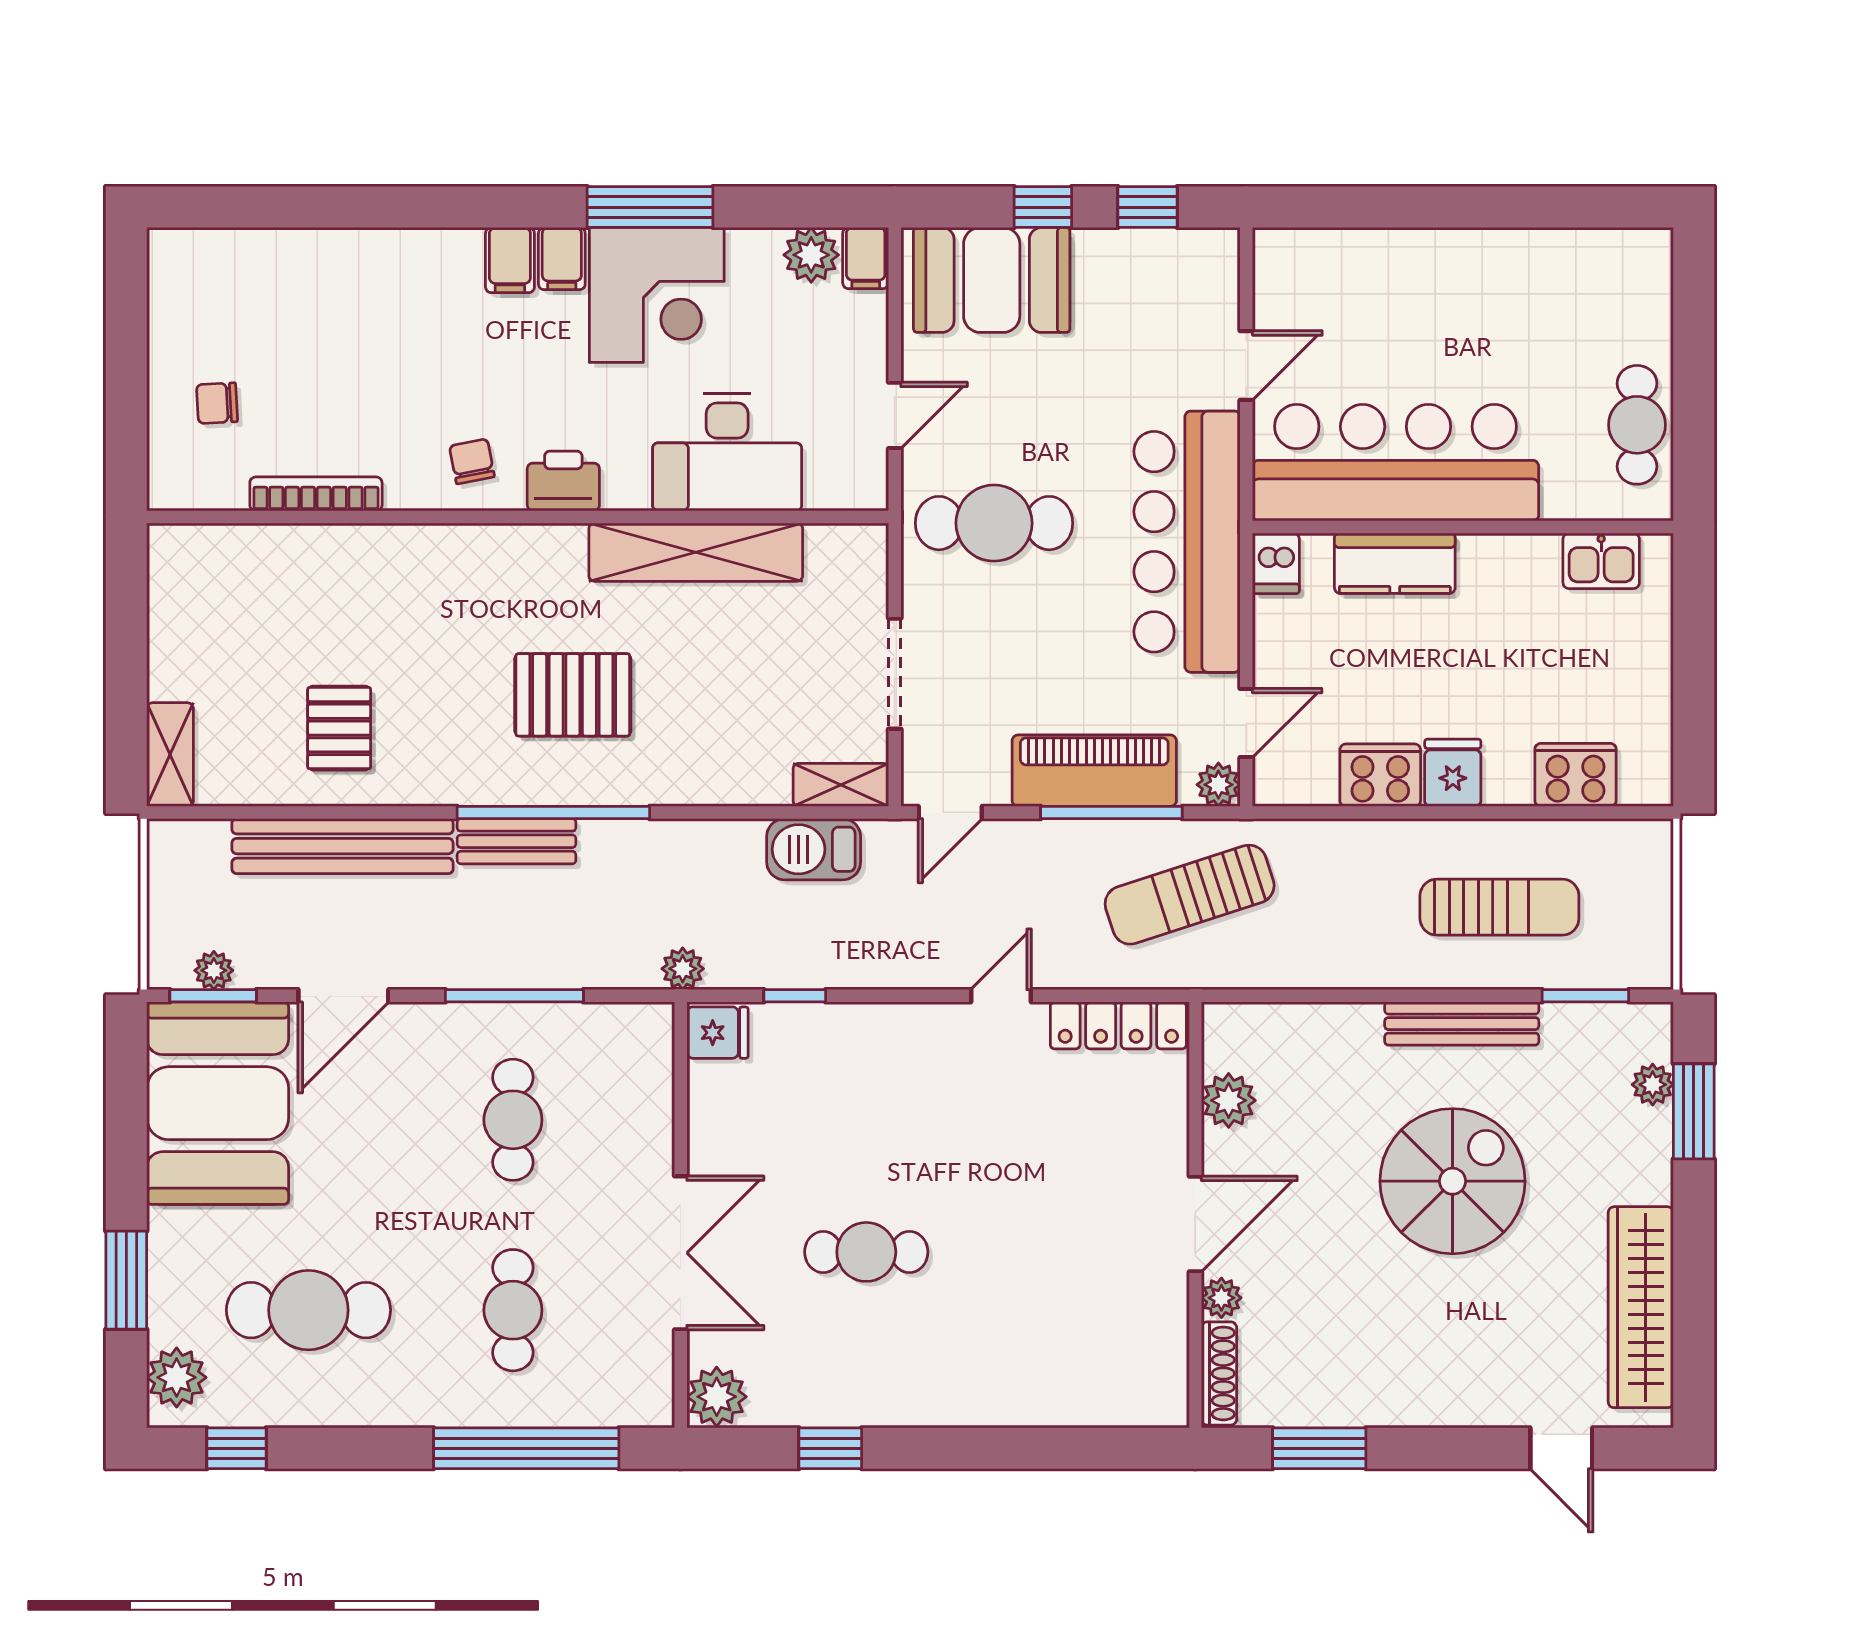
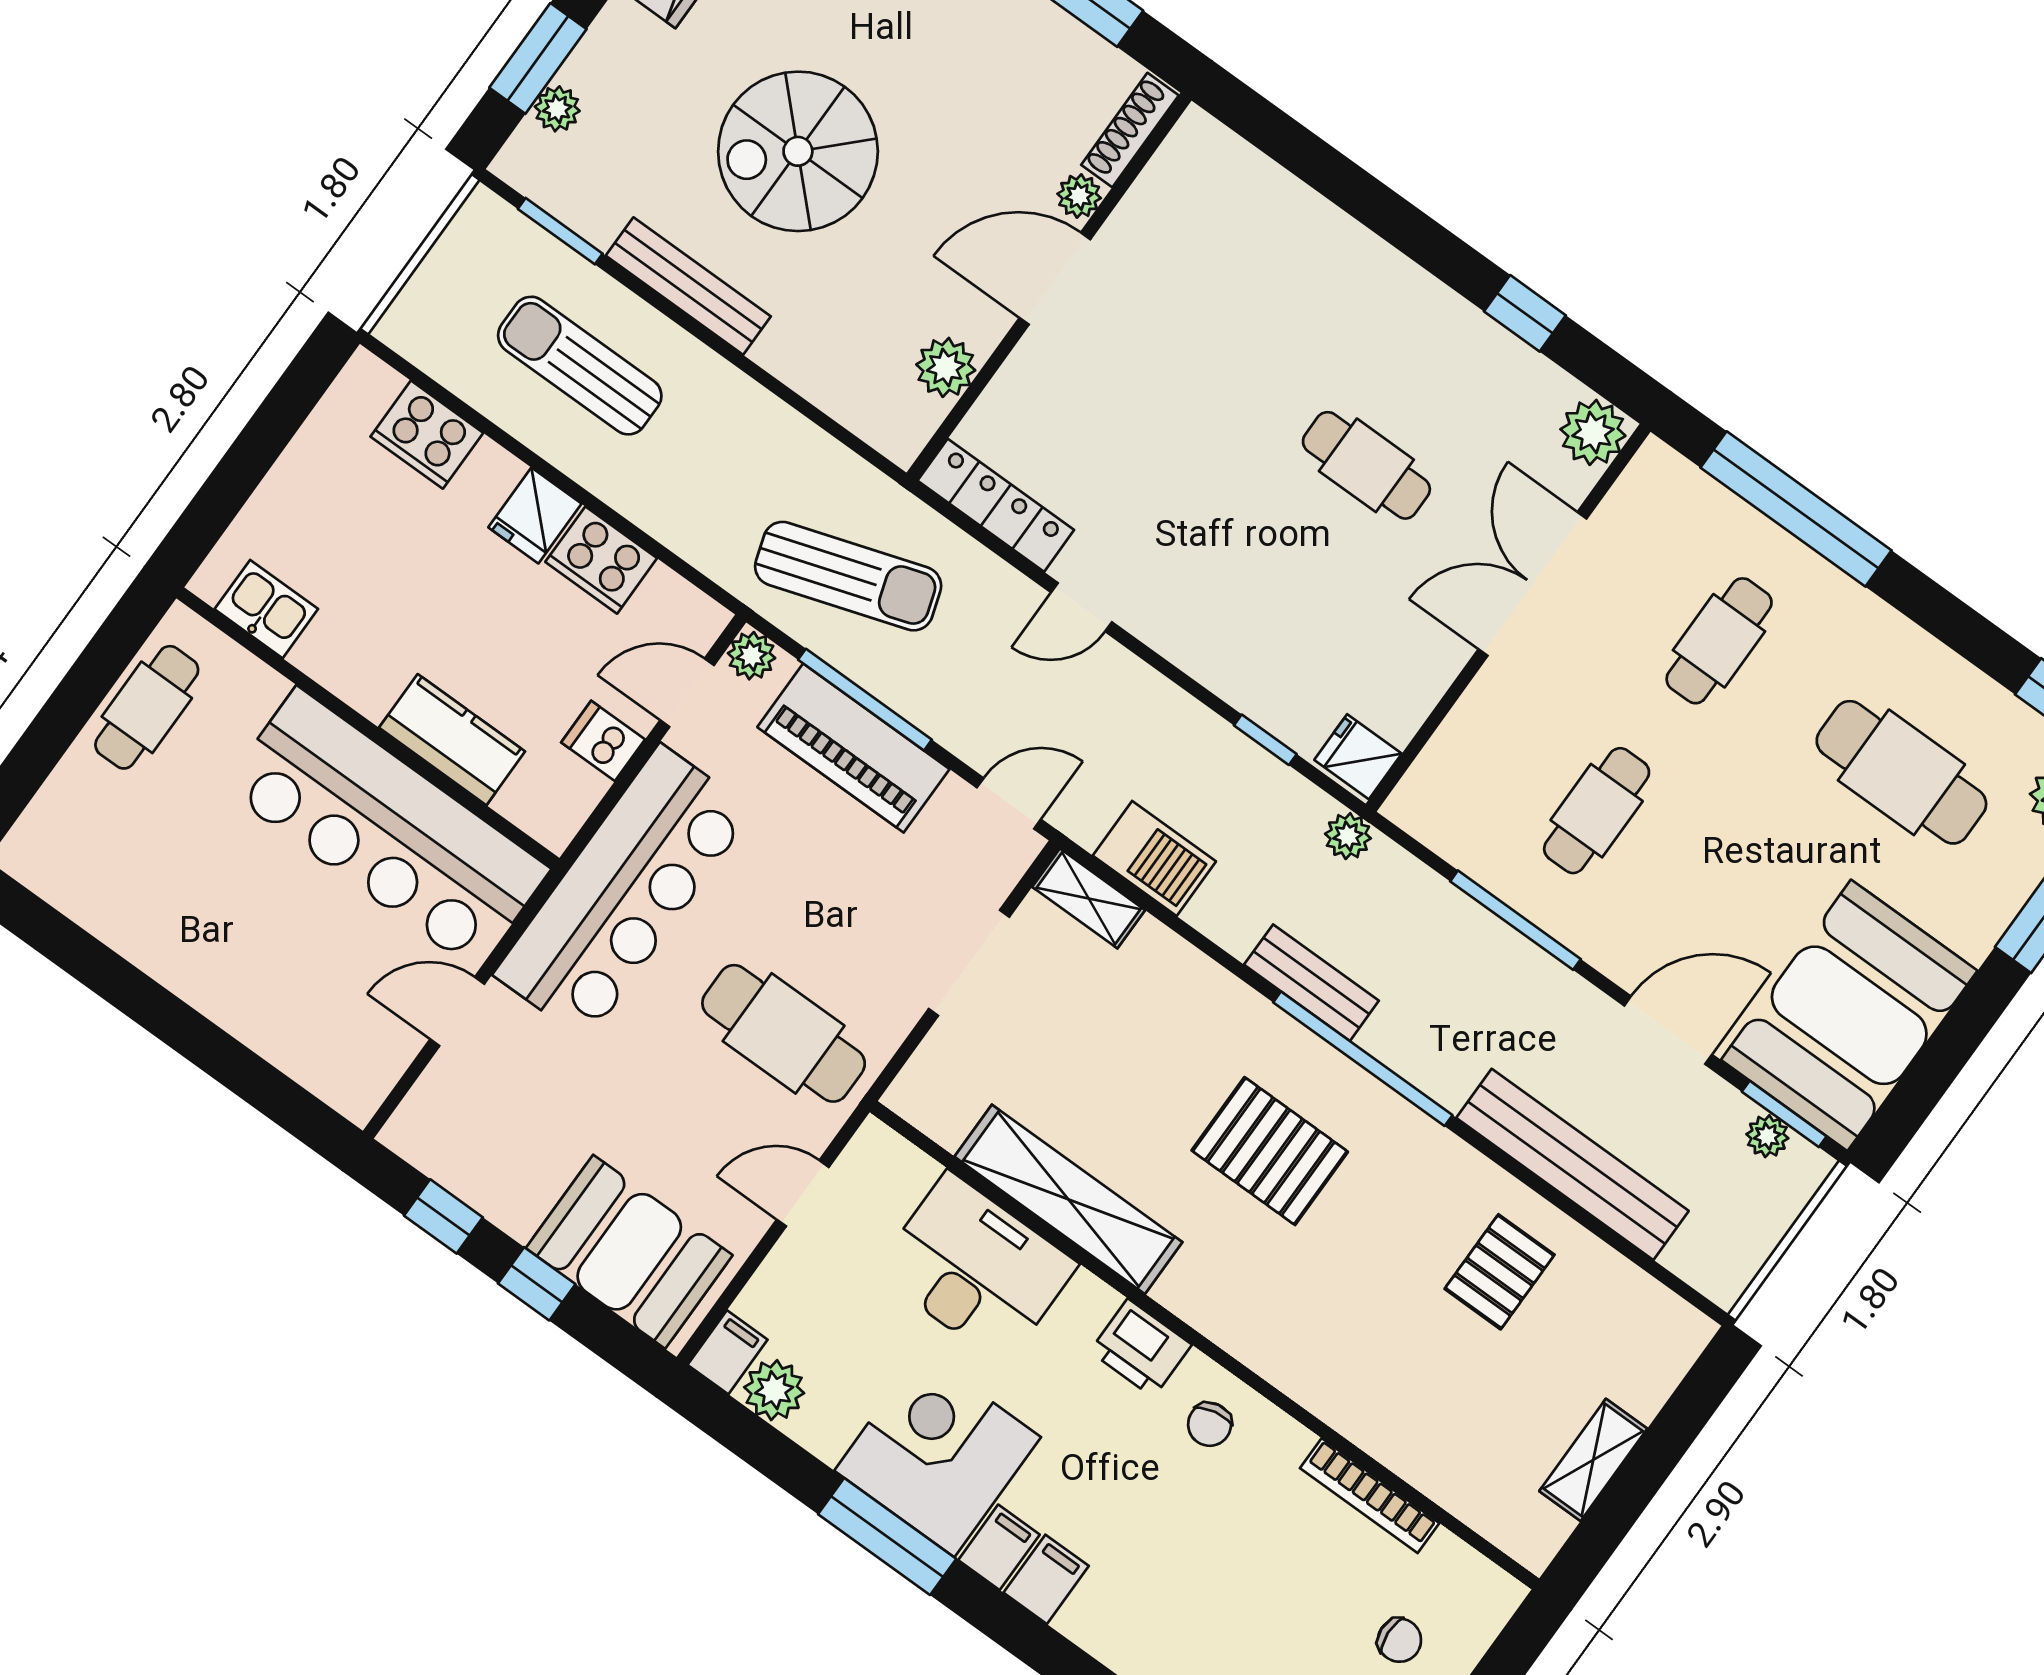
dishwasher: (1276, 563) -> (603, 741), moved, turned -90
shelving: (170, 755) -> (1593, 1460), moved
bench: (517, 841) -> (1311, 983), moved

